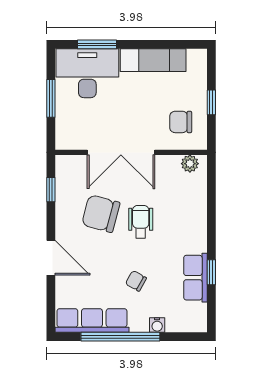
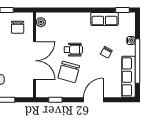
wheelchair: (141, 222) -> (73, 50), turned 180
window: (211, 272) -> (122, 10), moved

